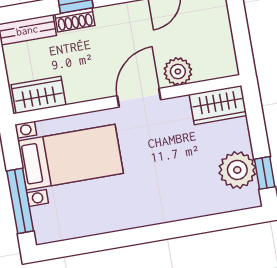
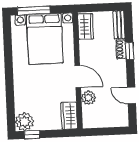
bed with nightstands: (71, 157) -> (45, 39), width x1.36
plant: (237, 170) -> (24, 122), moved

